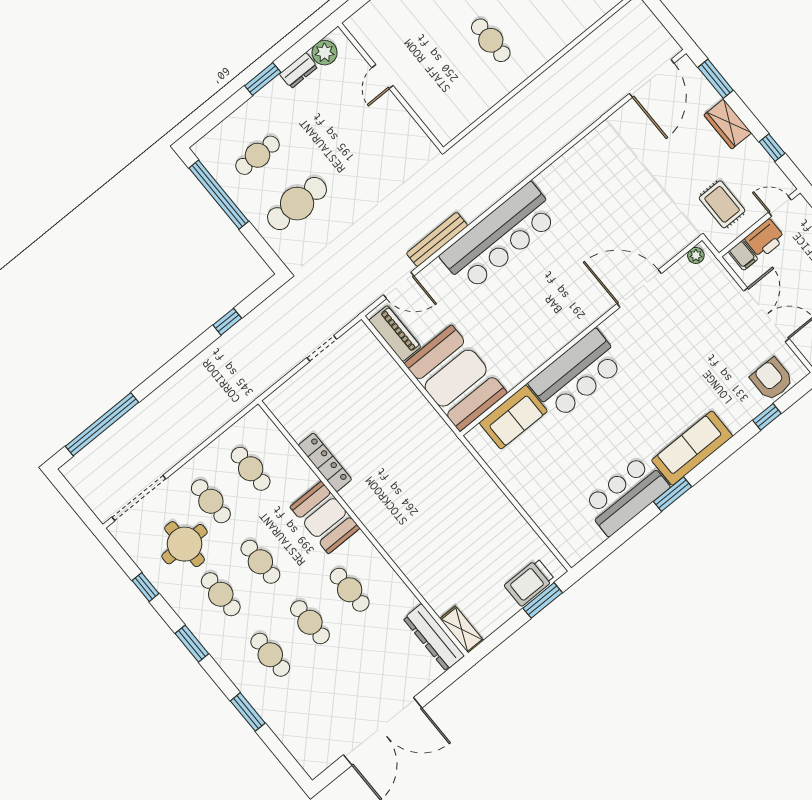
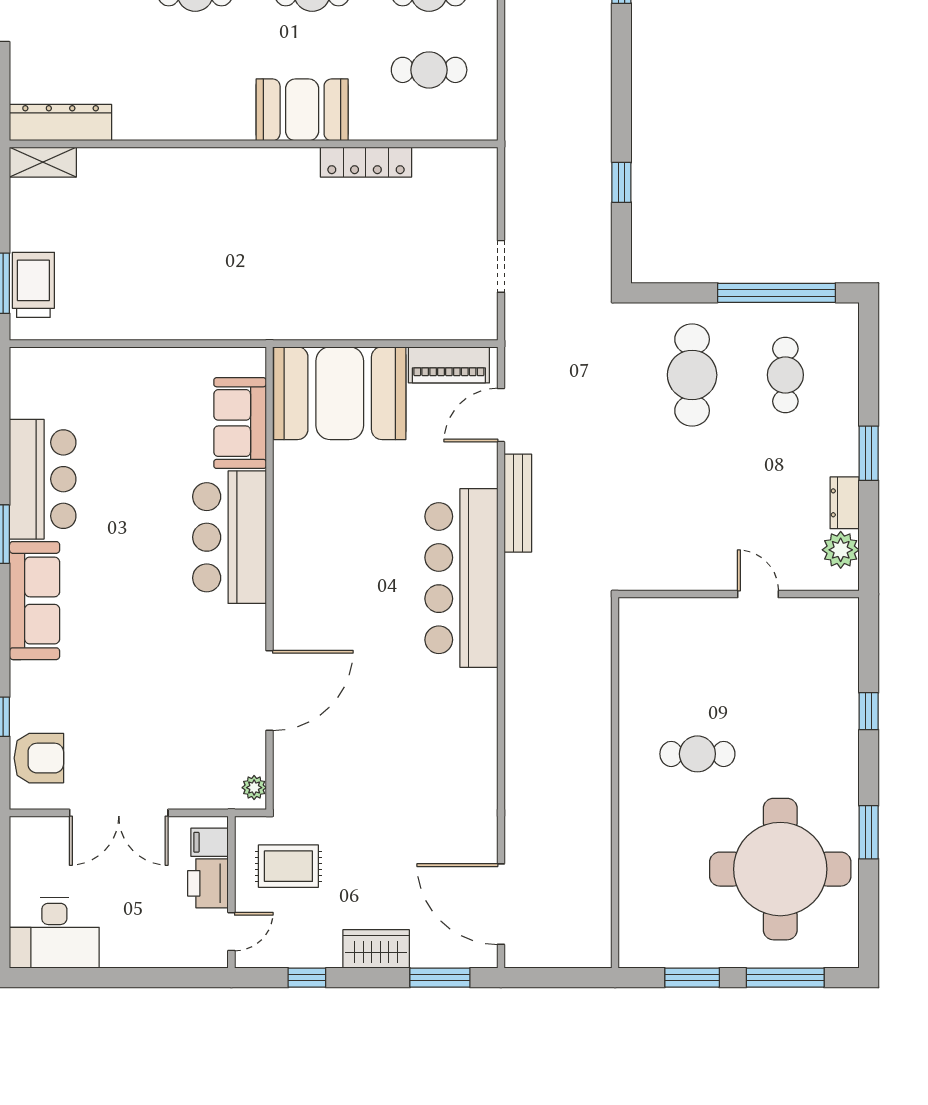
cafe table: (350, 590) -> (195, 70), removed

